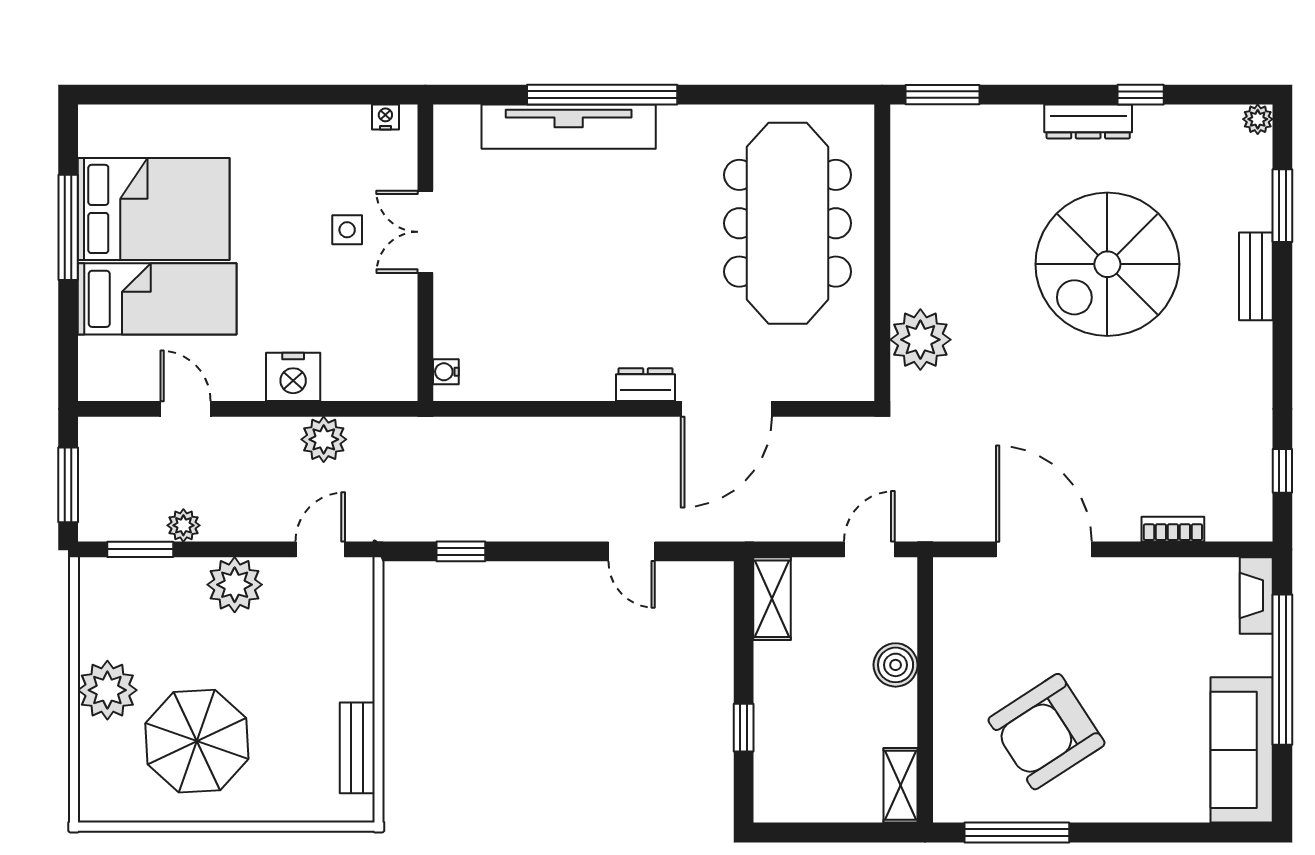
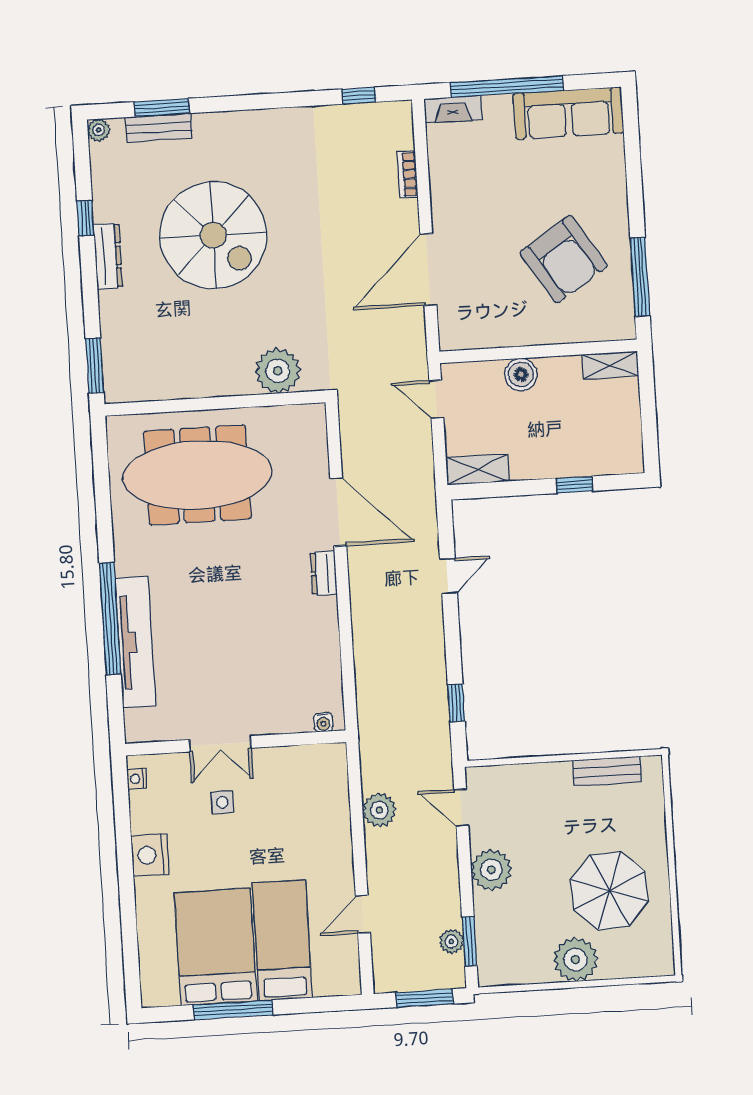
bench: (1256, 276) -> (159, 128), moved
nightstand: (293, 377) -> (150, 855), moved, turned 180
plant: (183, 525) -> (451, 942), moved

